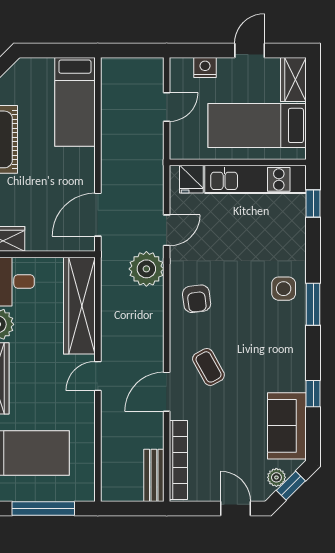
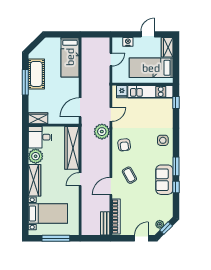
window: (313, 304) -> (176, 166), moved
sofa: (287, 426) -> (164, 180), moved
door: (235, 509) -> (141, 238), hinge flipped

